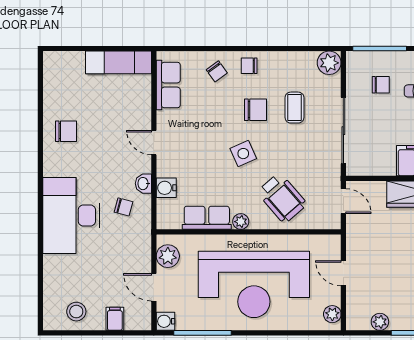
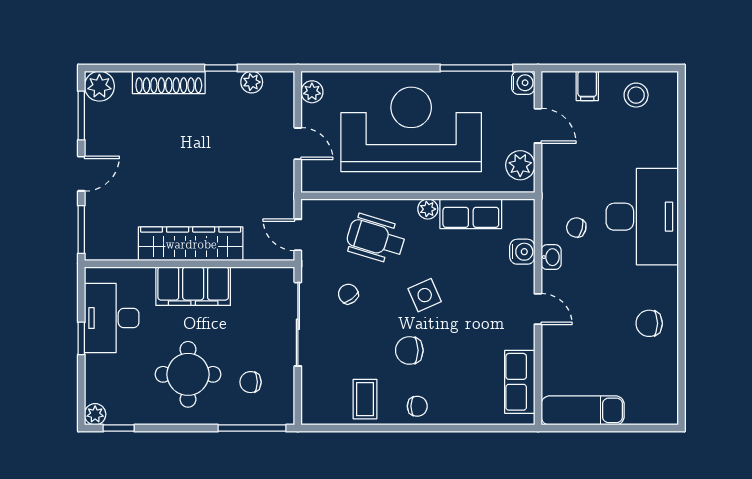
plant: (329, 63) -> (316, 410), removed
chair: (217, 71) -> (348, 294), moved
coffee table: (294, 108) -> (365, 399), moved
wheelchair: (282, 198) -> (376, 239), turned -32

